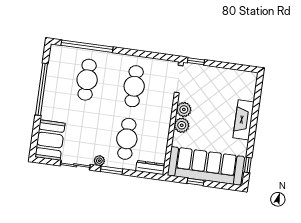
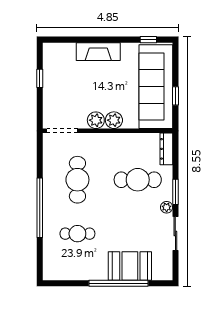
window: (87, 46) -> (40, 208), moved
window: (196, 61) -> (40, 78), moved
cafe table: (87, 80) -> (77, 234), width x0.73, depth x0.74
cafe table: (134, 86) -> (77, 180), turned 90
window: (42, 89) -> (118, 283), moved
booth: (50, 140) -> (130, 266), moved

